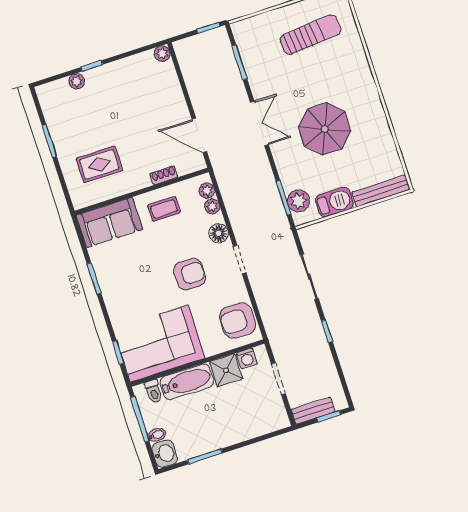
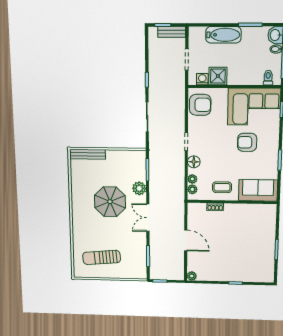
plant: (77, 81) -> (248, 277), removed
door: (199, 135) -> (186, 240), moved
rug: (99, 164) -> (252, 226), removed
plant: (299, 201) -> (139, 188), moved
barbecue: (334, 202) -> (118, 157), removed
armchair: (190, 274) -> (247, 142), moved
bathtub: (187, 382) -> (223, 35), moved, turned 180

